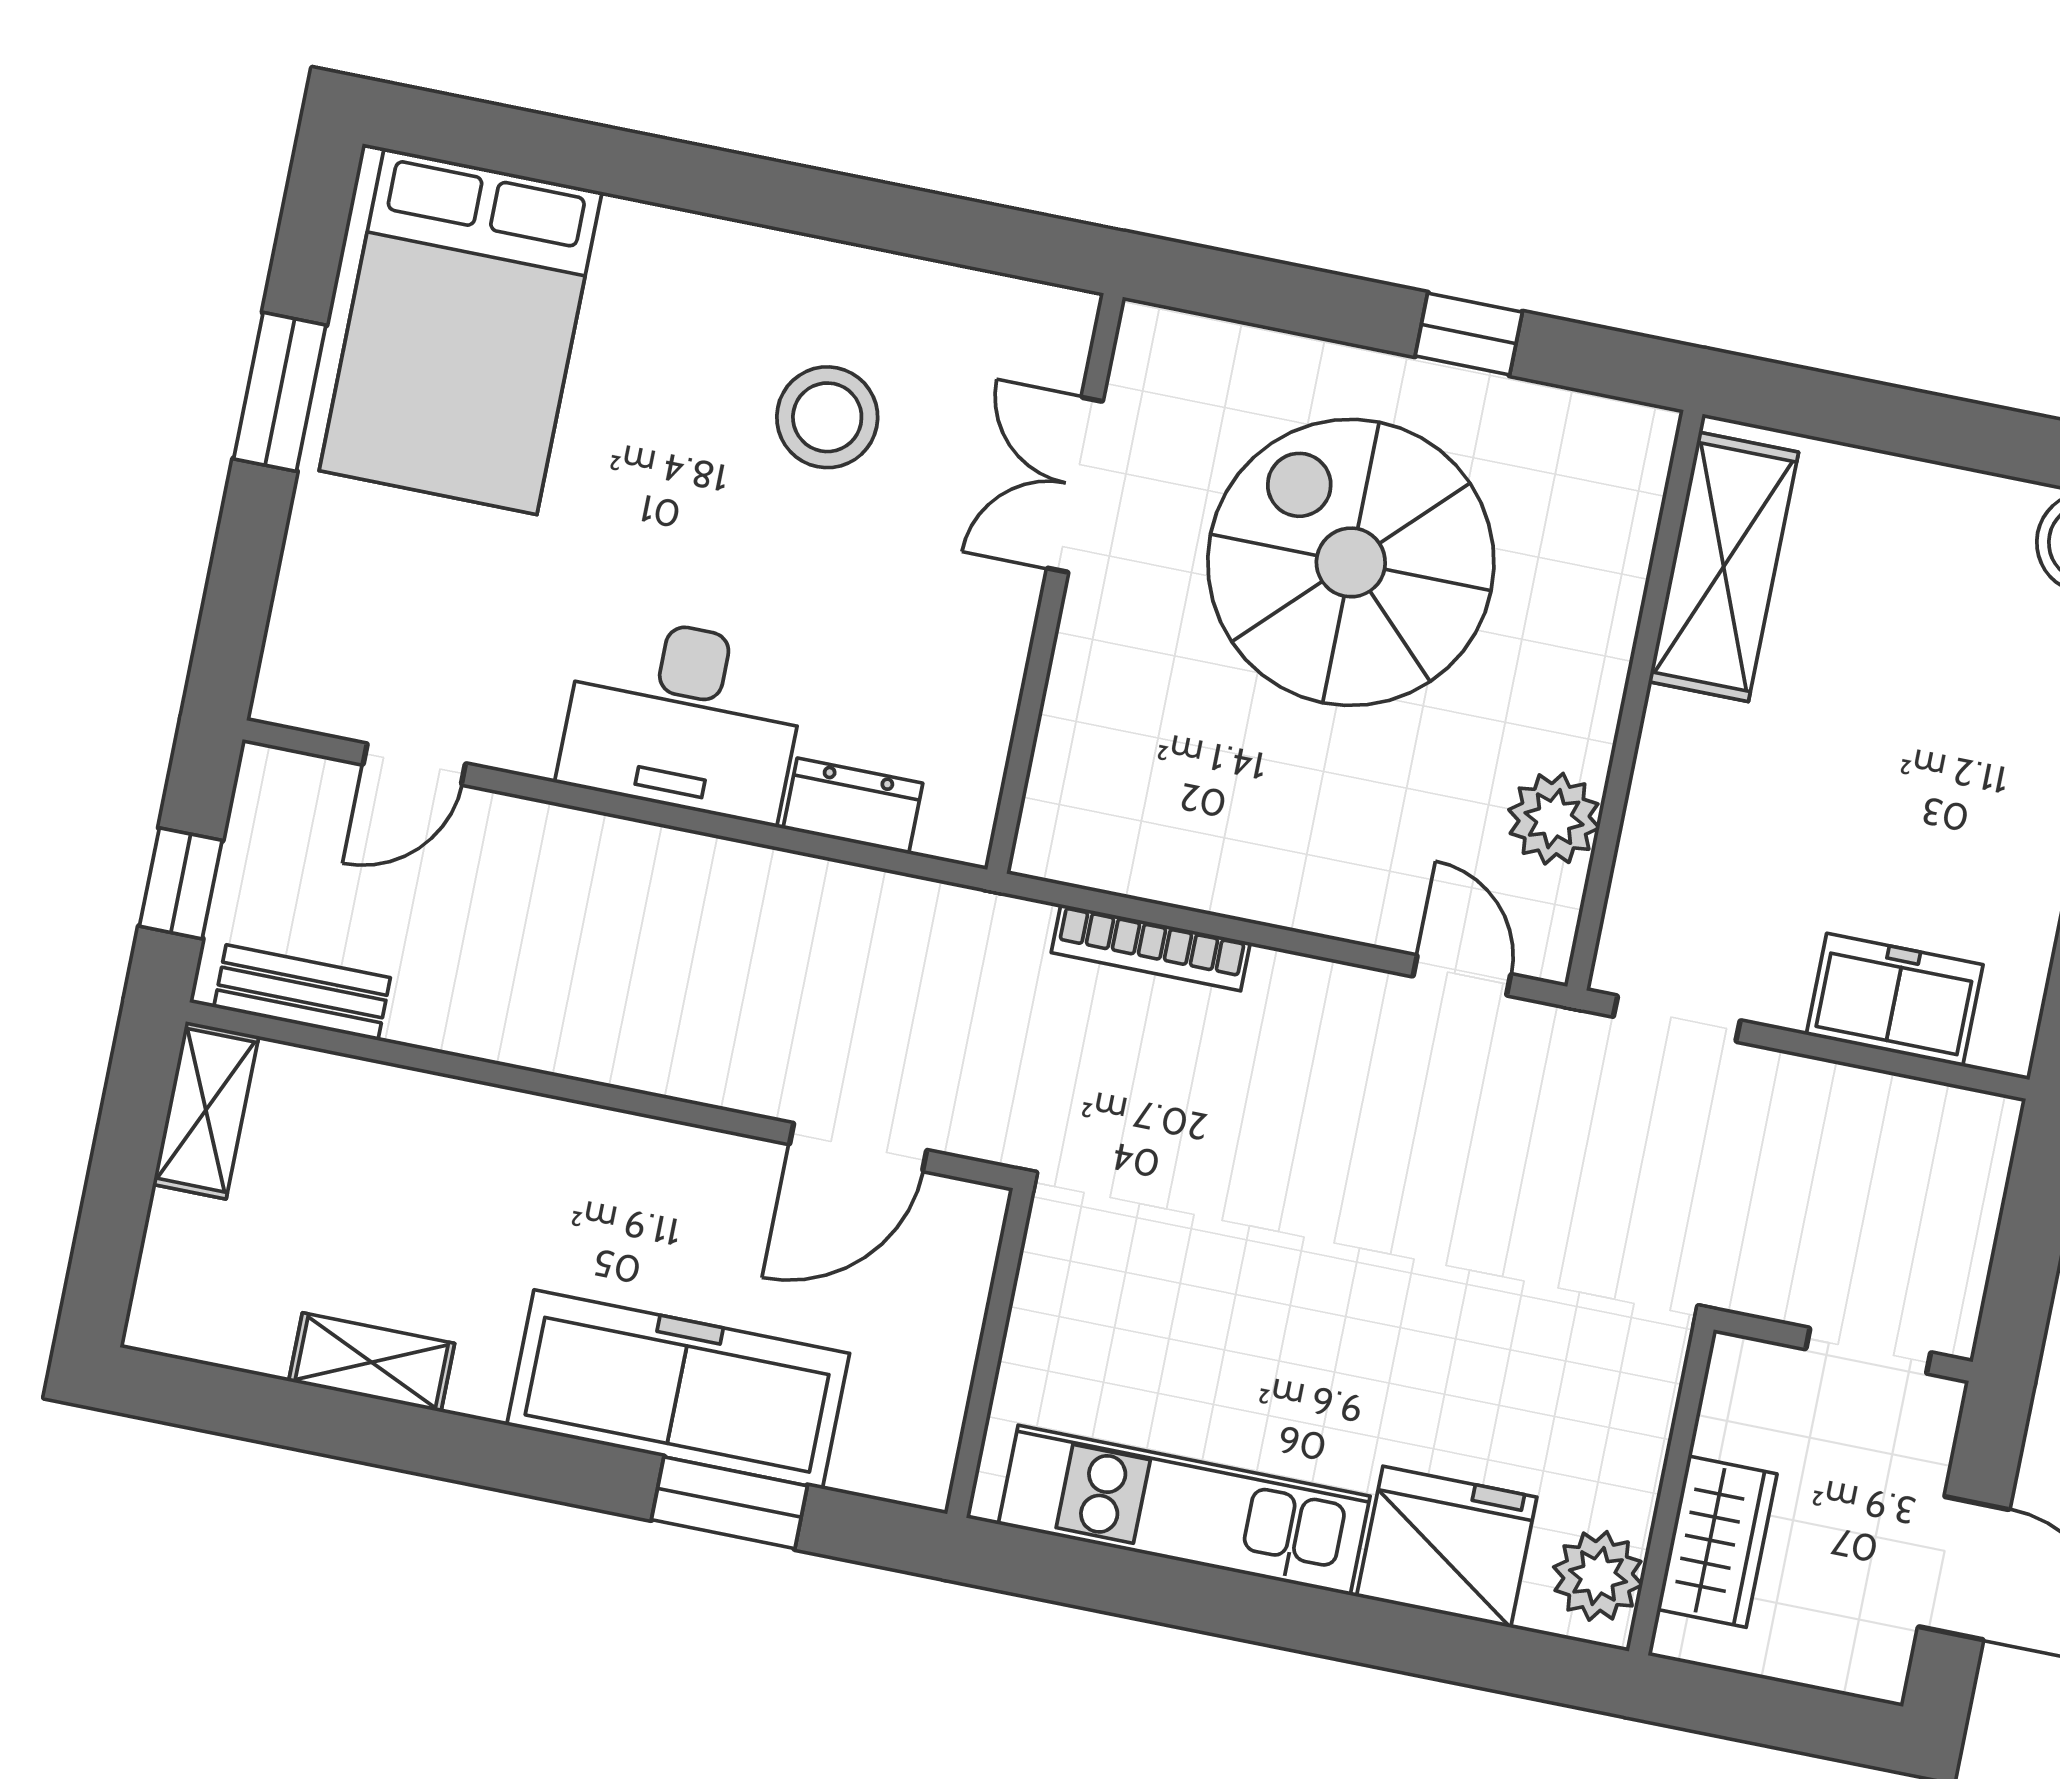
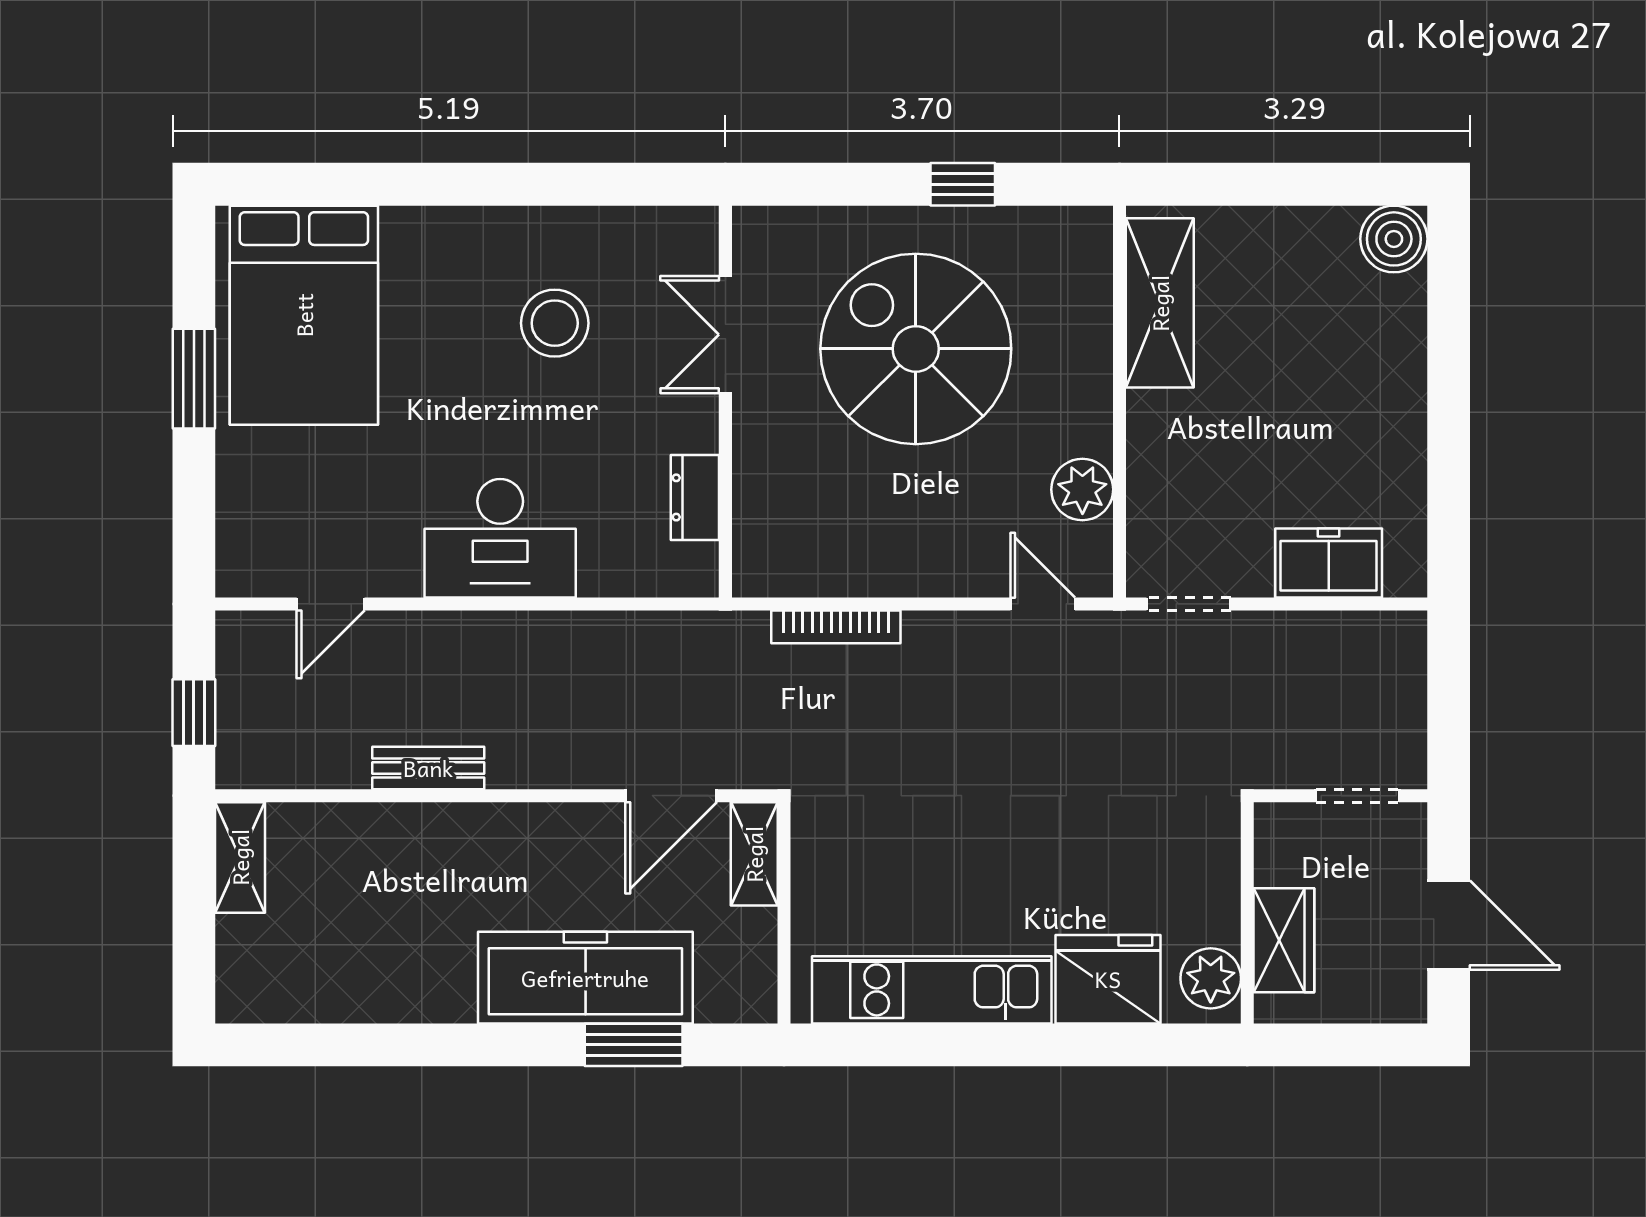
dresser: (853, 806) -> (695, 497), moved, turned -90
bench: (302, 993) -> (428, 768), moved
shelving: (372, 1362) -> (754, 854), moved, turned 90

